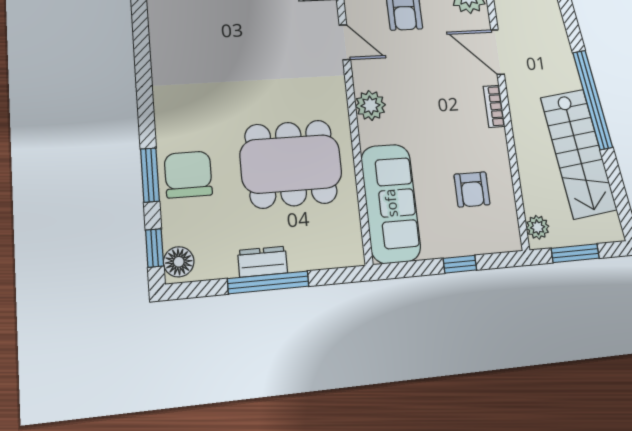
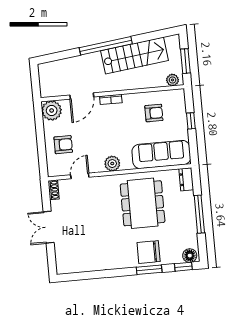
dresser: (263, 262) -> (186, 179), moved

